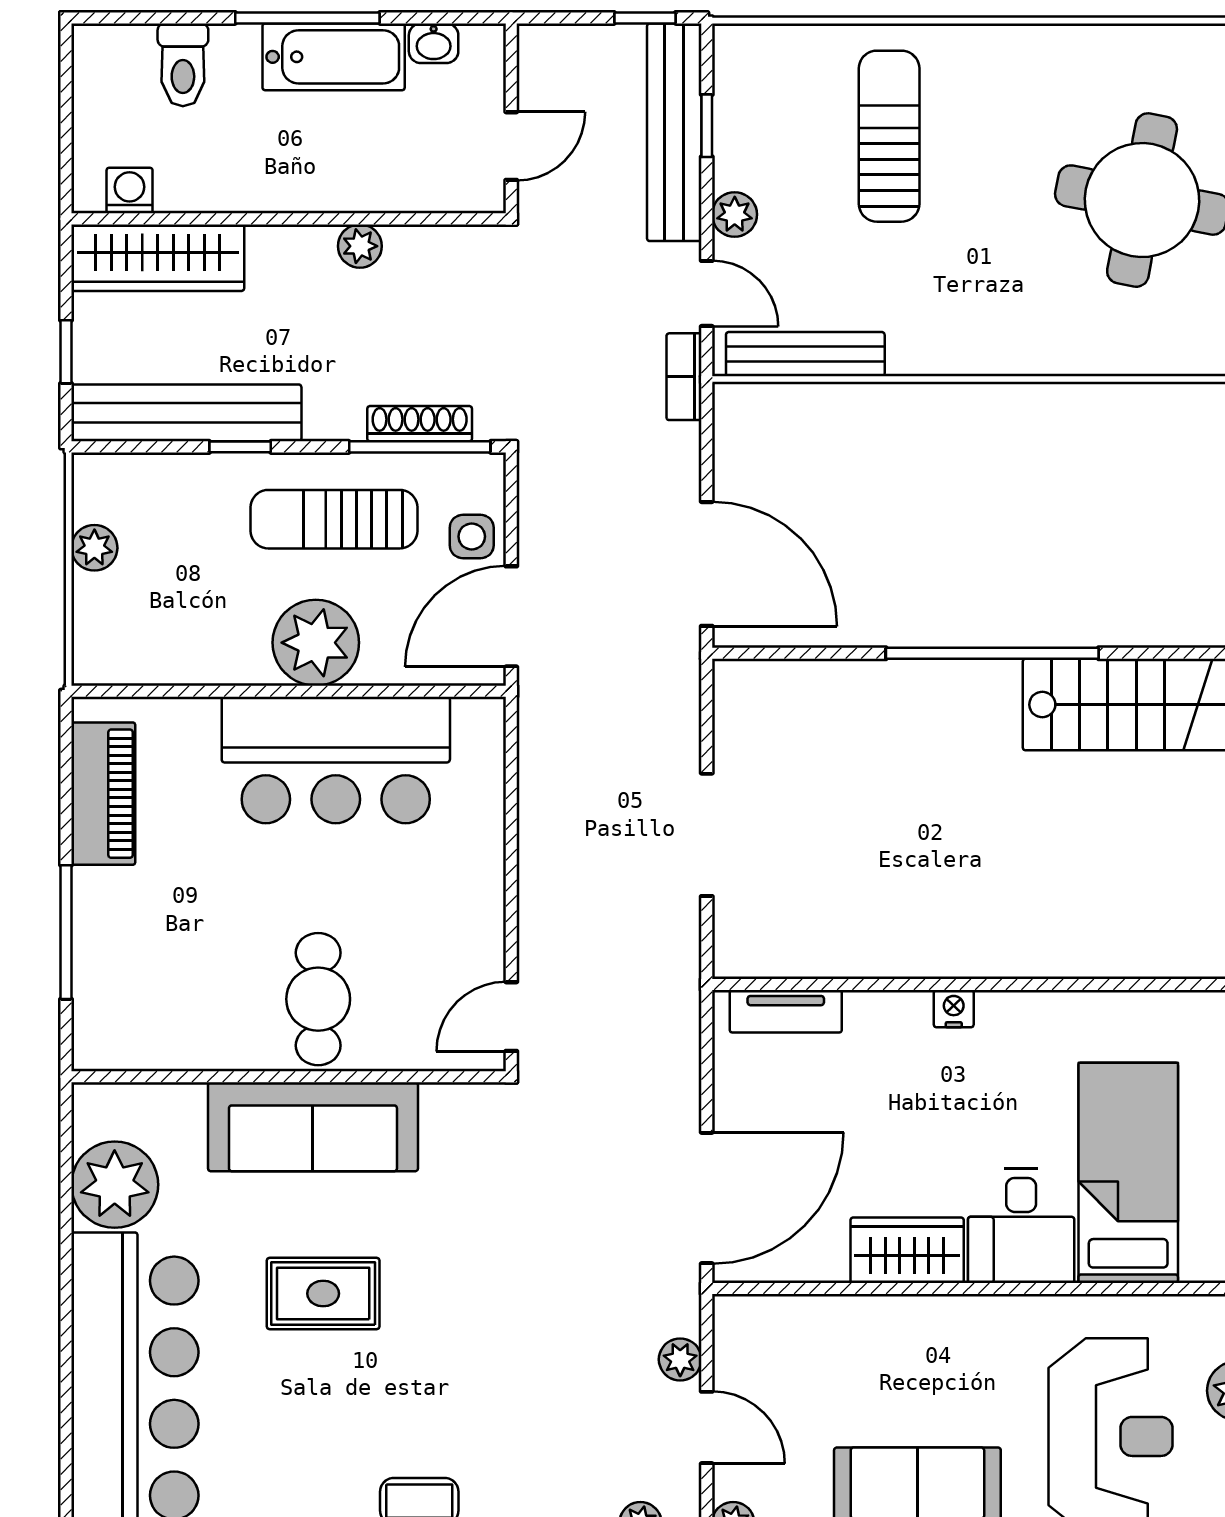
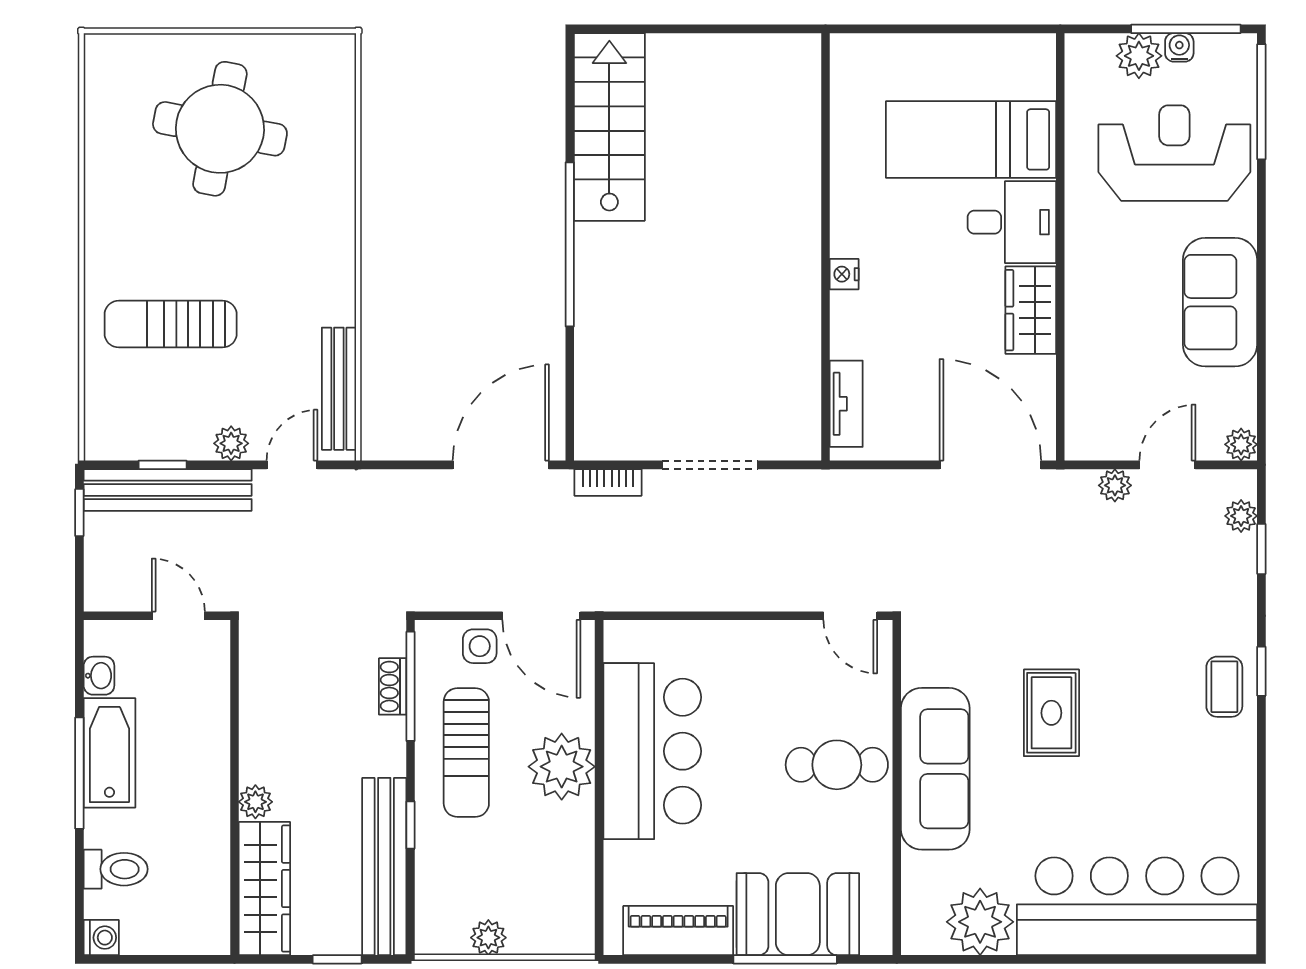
washing machine: (130, 191) -> (101, 938), moved, turned 180
plant: (360, 246) -> (255, 802), moved
bookcase: (684, 377) -> (608, 482), moved
shoe rack: (420, 424) -> (393, 686), width x0.70
booth: (125, 949) -> (798, 914), added
rug: (323, 1294) -> (1051, 713), moved

